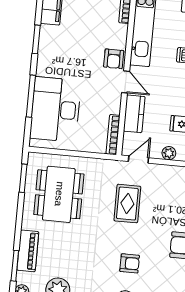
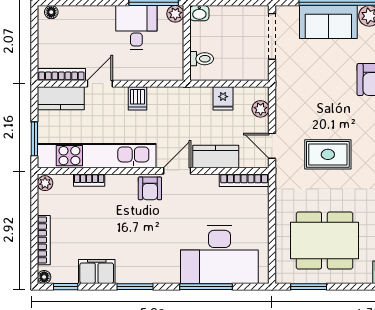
armchair: (114, 59) -> (150, 188), turned 90

